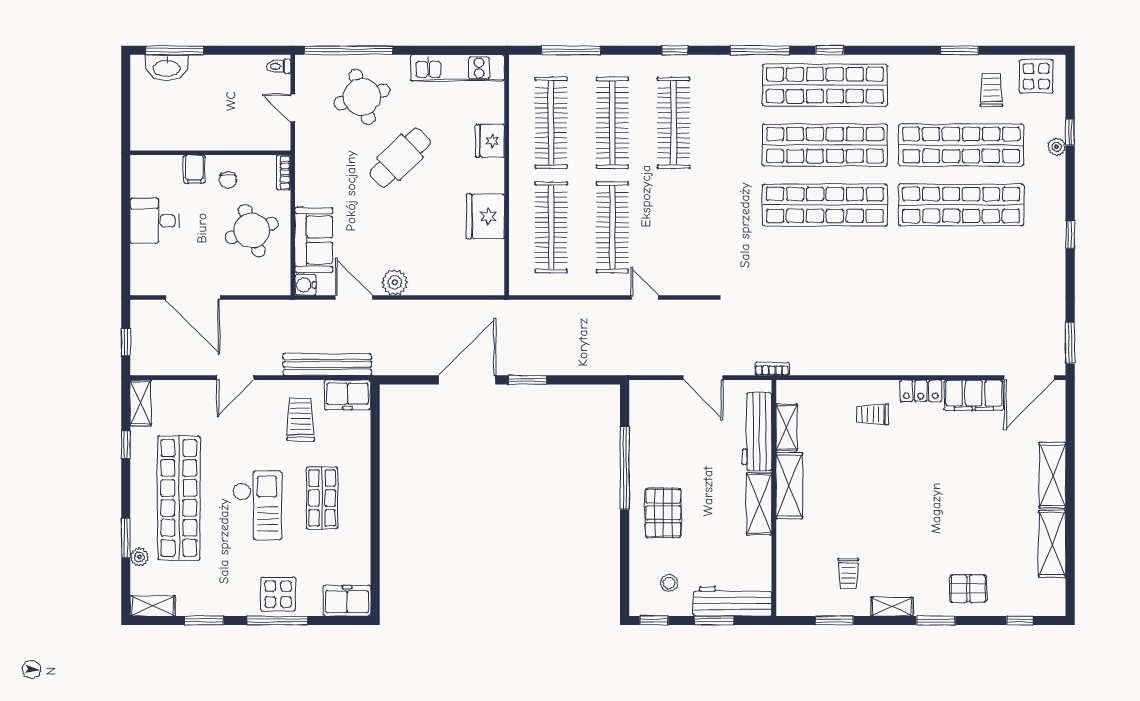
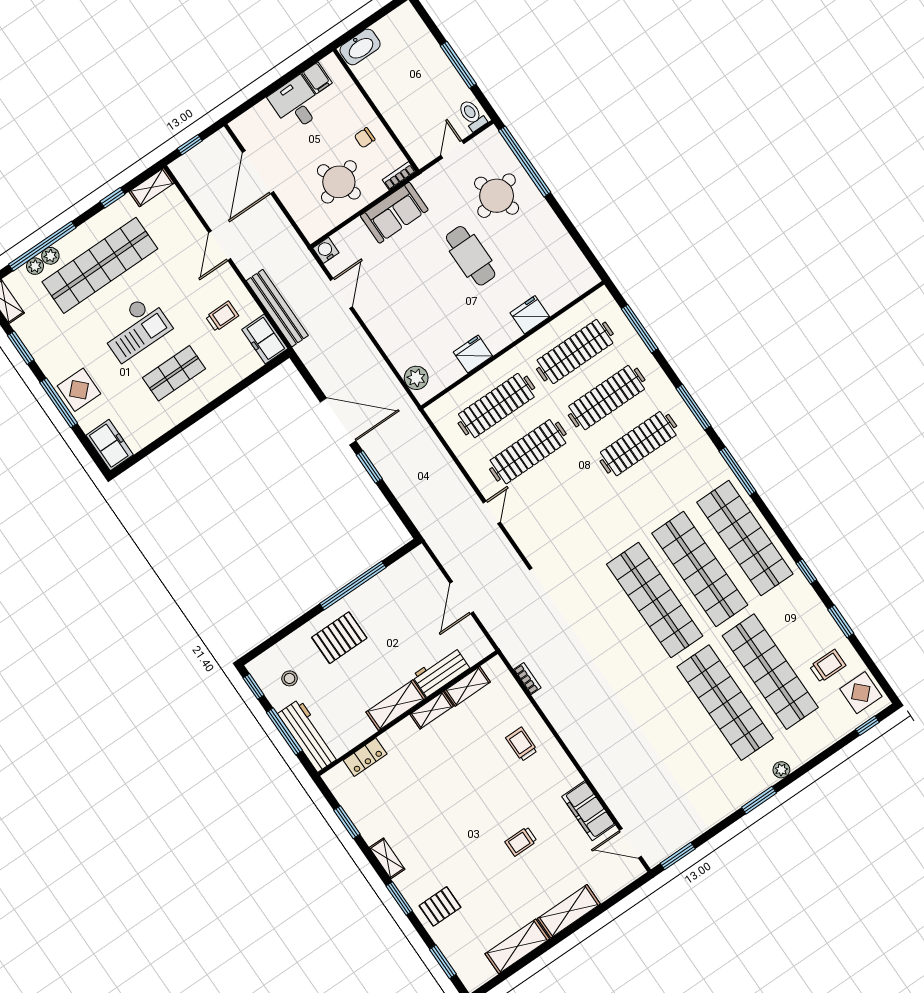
window: (175, 50) -> (458, 65), moved
window: (675, 50) -> (694, 407), width x2.17
window: (829, 50) -> (806, 571), moved
toilet: (279, 66) -> (472, 115), width x1.37, depth x1.39
washbasin: (167, 68) -> (360, 47), moved, turned -90
kitchen unit: (457, 68) -> (568, 253), removed
window: (1070, 132) -> (867, 726), moved
plant: (1057, 147) -> (781, 770), moved
cafe table: (400, 158) -> (471, 256), turned 44
filing cabinet: (194, 169) -> (317, 78), moved, turned -90
fridge: (485, 216) -> (473, 354), width x0.73, depth x0.75
window: (1070, 235) -> (759, 800), width x1.50
sofa: (314, 240) -> (394, 213), moved
plant: (395, 282) -> (416, 378), moved
bookcase: (772, 369) -> (527, 679), moved
door: (235, 378) -> (220, 246), hinge flipped
door: (1029, 378) -> (630, 843), width x0.73
locker: (921, 391) -> (365, 757), moved, turned -90
trolley: (301, 419) -> (222, 316), width x0.73, depth x0.72
workbench: (757, 432) -> (441, 672), width x0.73
shelving: (789, 486) -> (432, 710), width x0.67, depth x0.75
plant: (140, 537) -> (50, 256), added
window: (126, 538) -> (42, 246), width x2.11
trolley: (848, 573) -> (521, 841), moved
pallet: (968, 589) -> (440, 906), turned 90
window: (714, 620) -> (284, 731), width x1.44
window: (1020, 620) -> (443, 962), width x1.50

